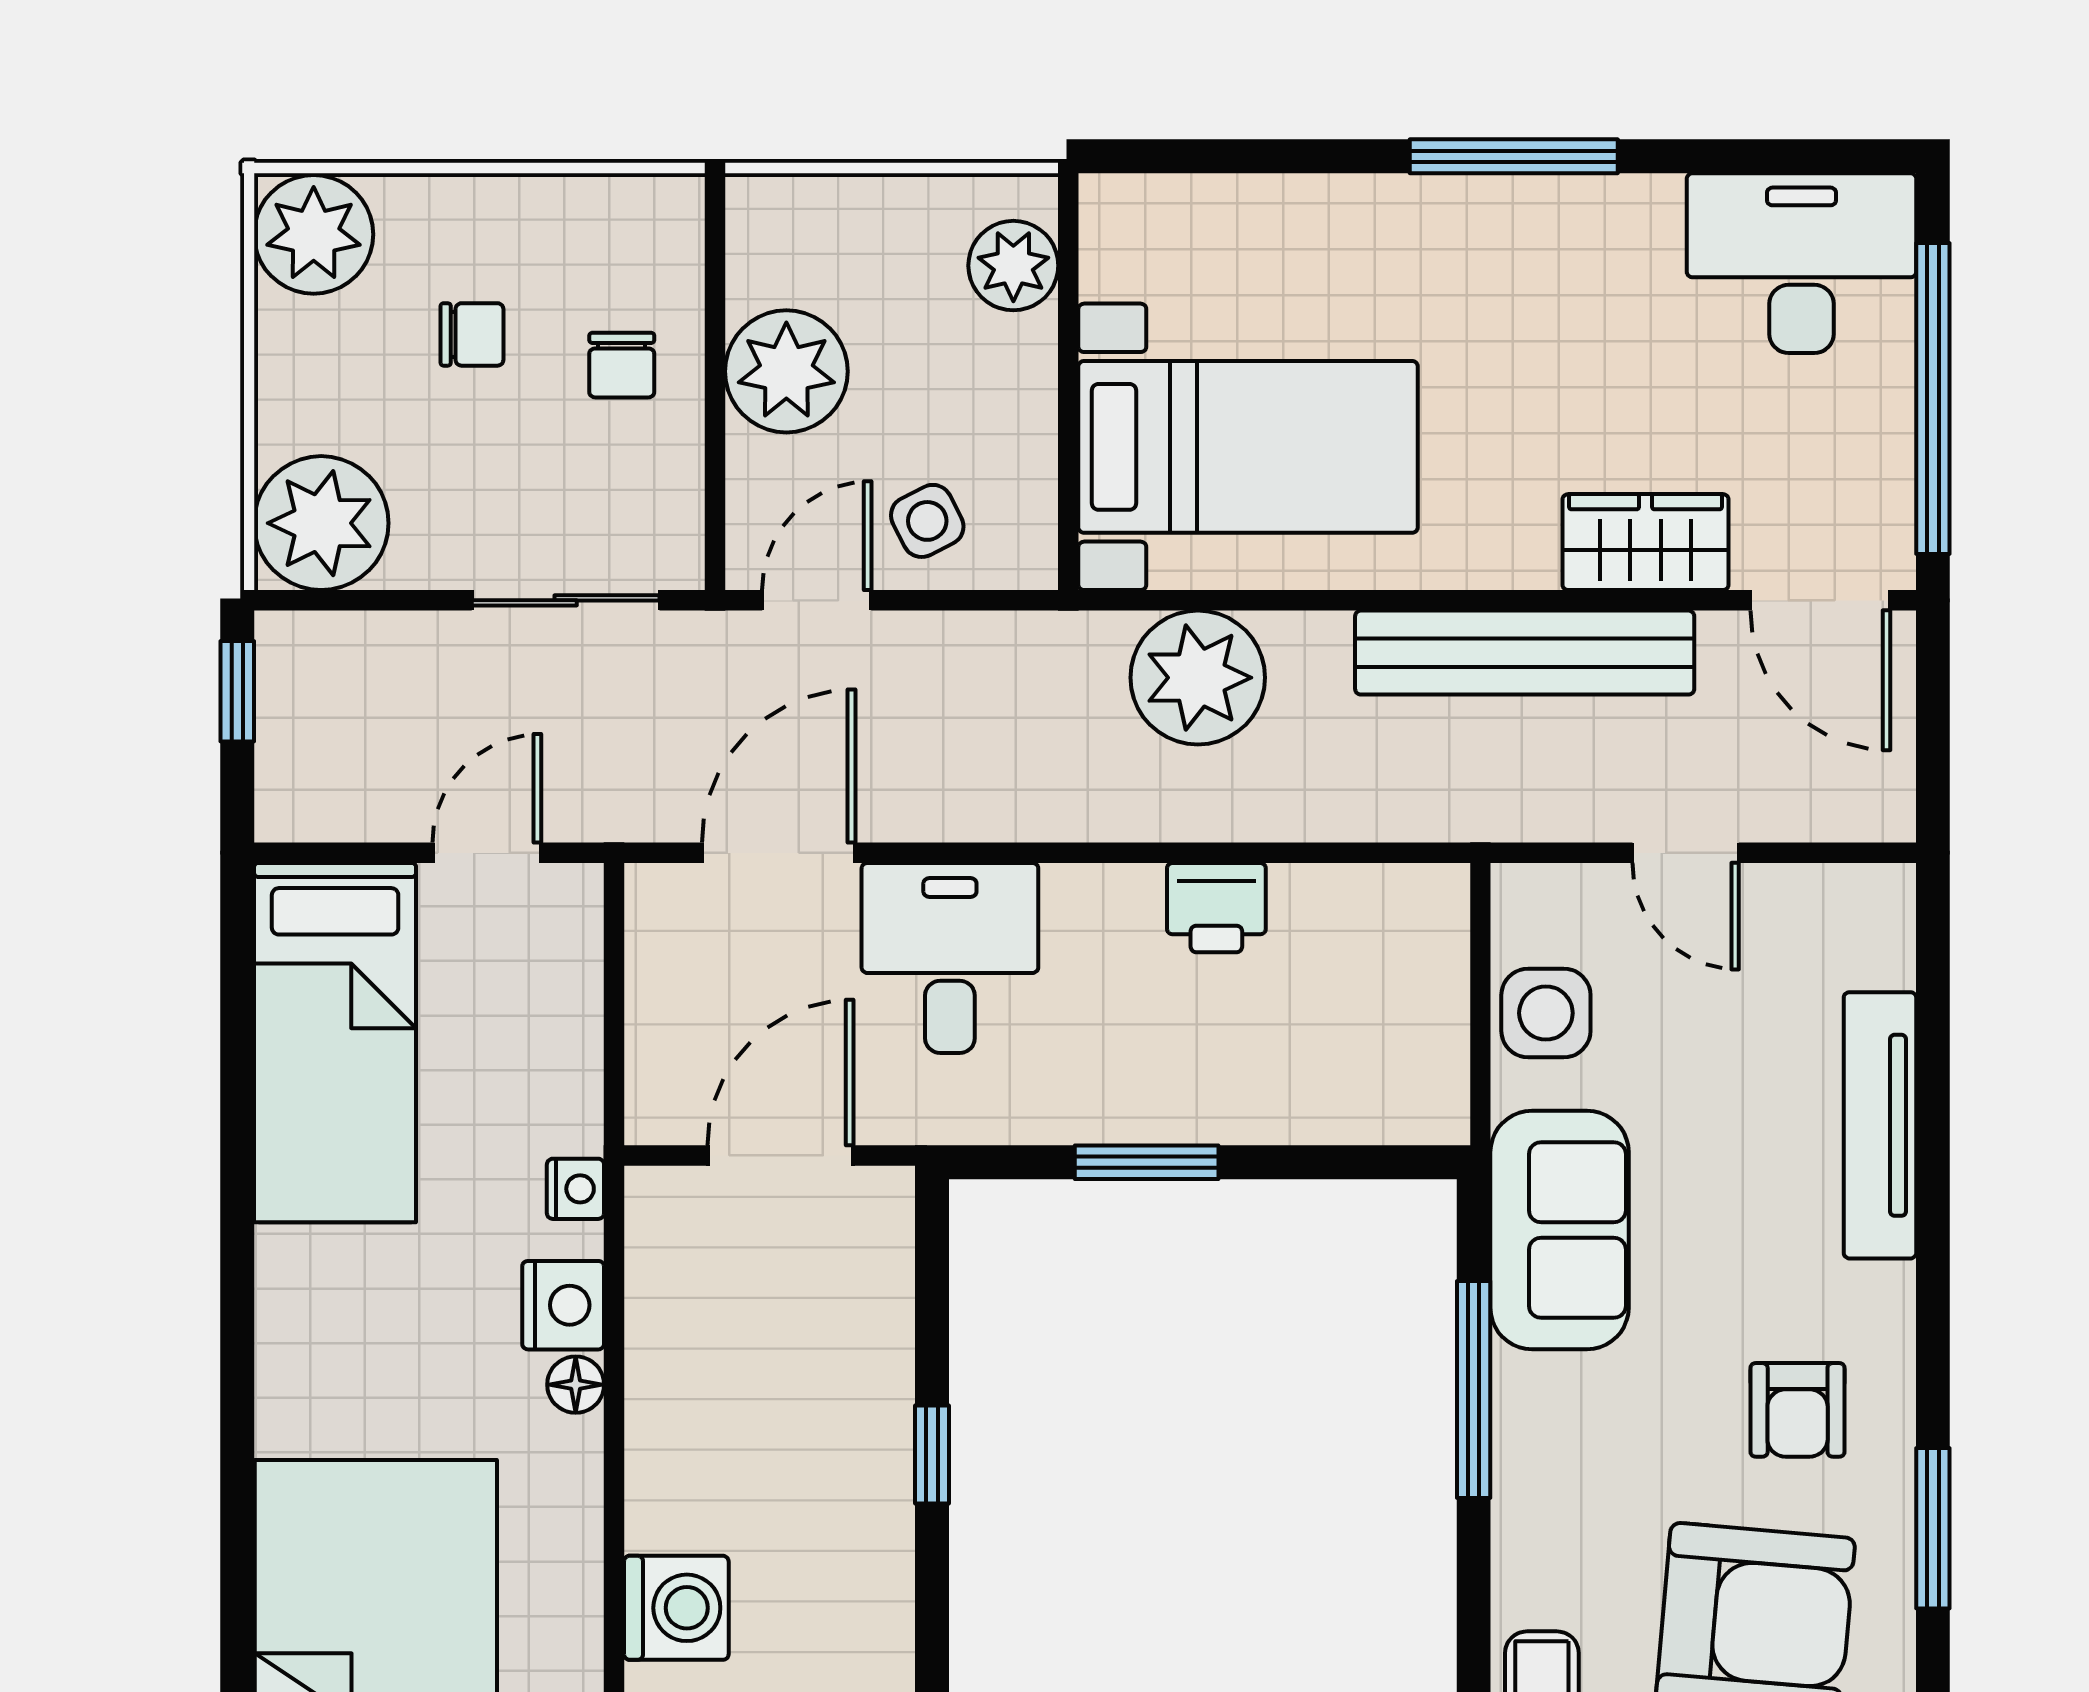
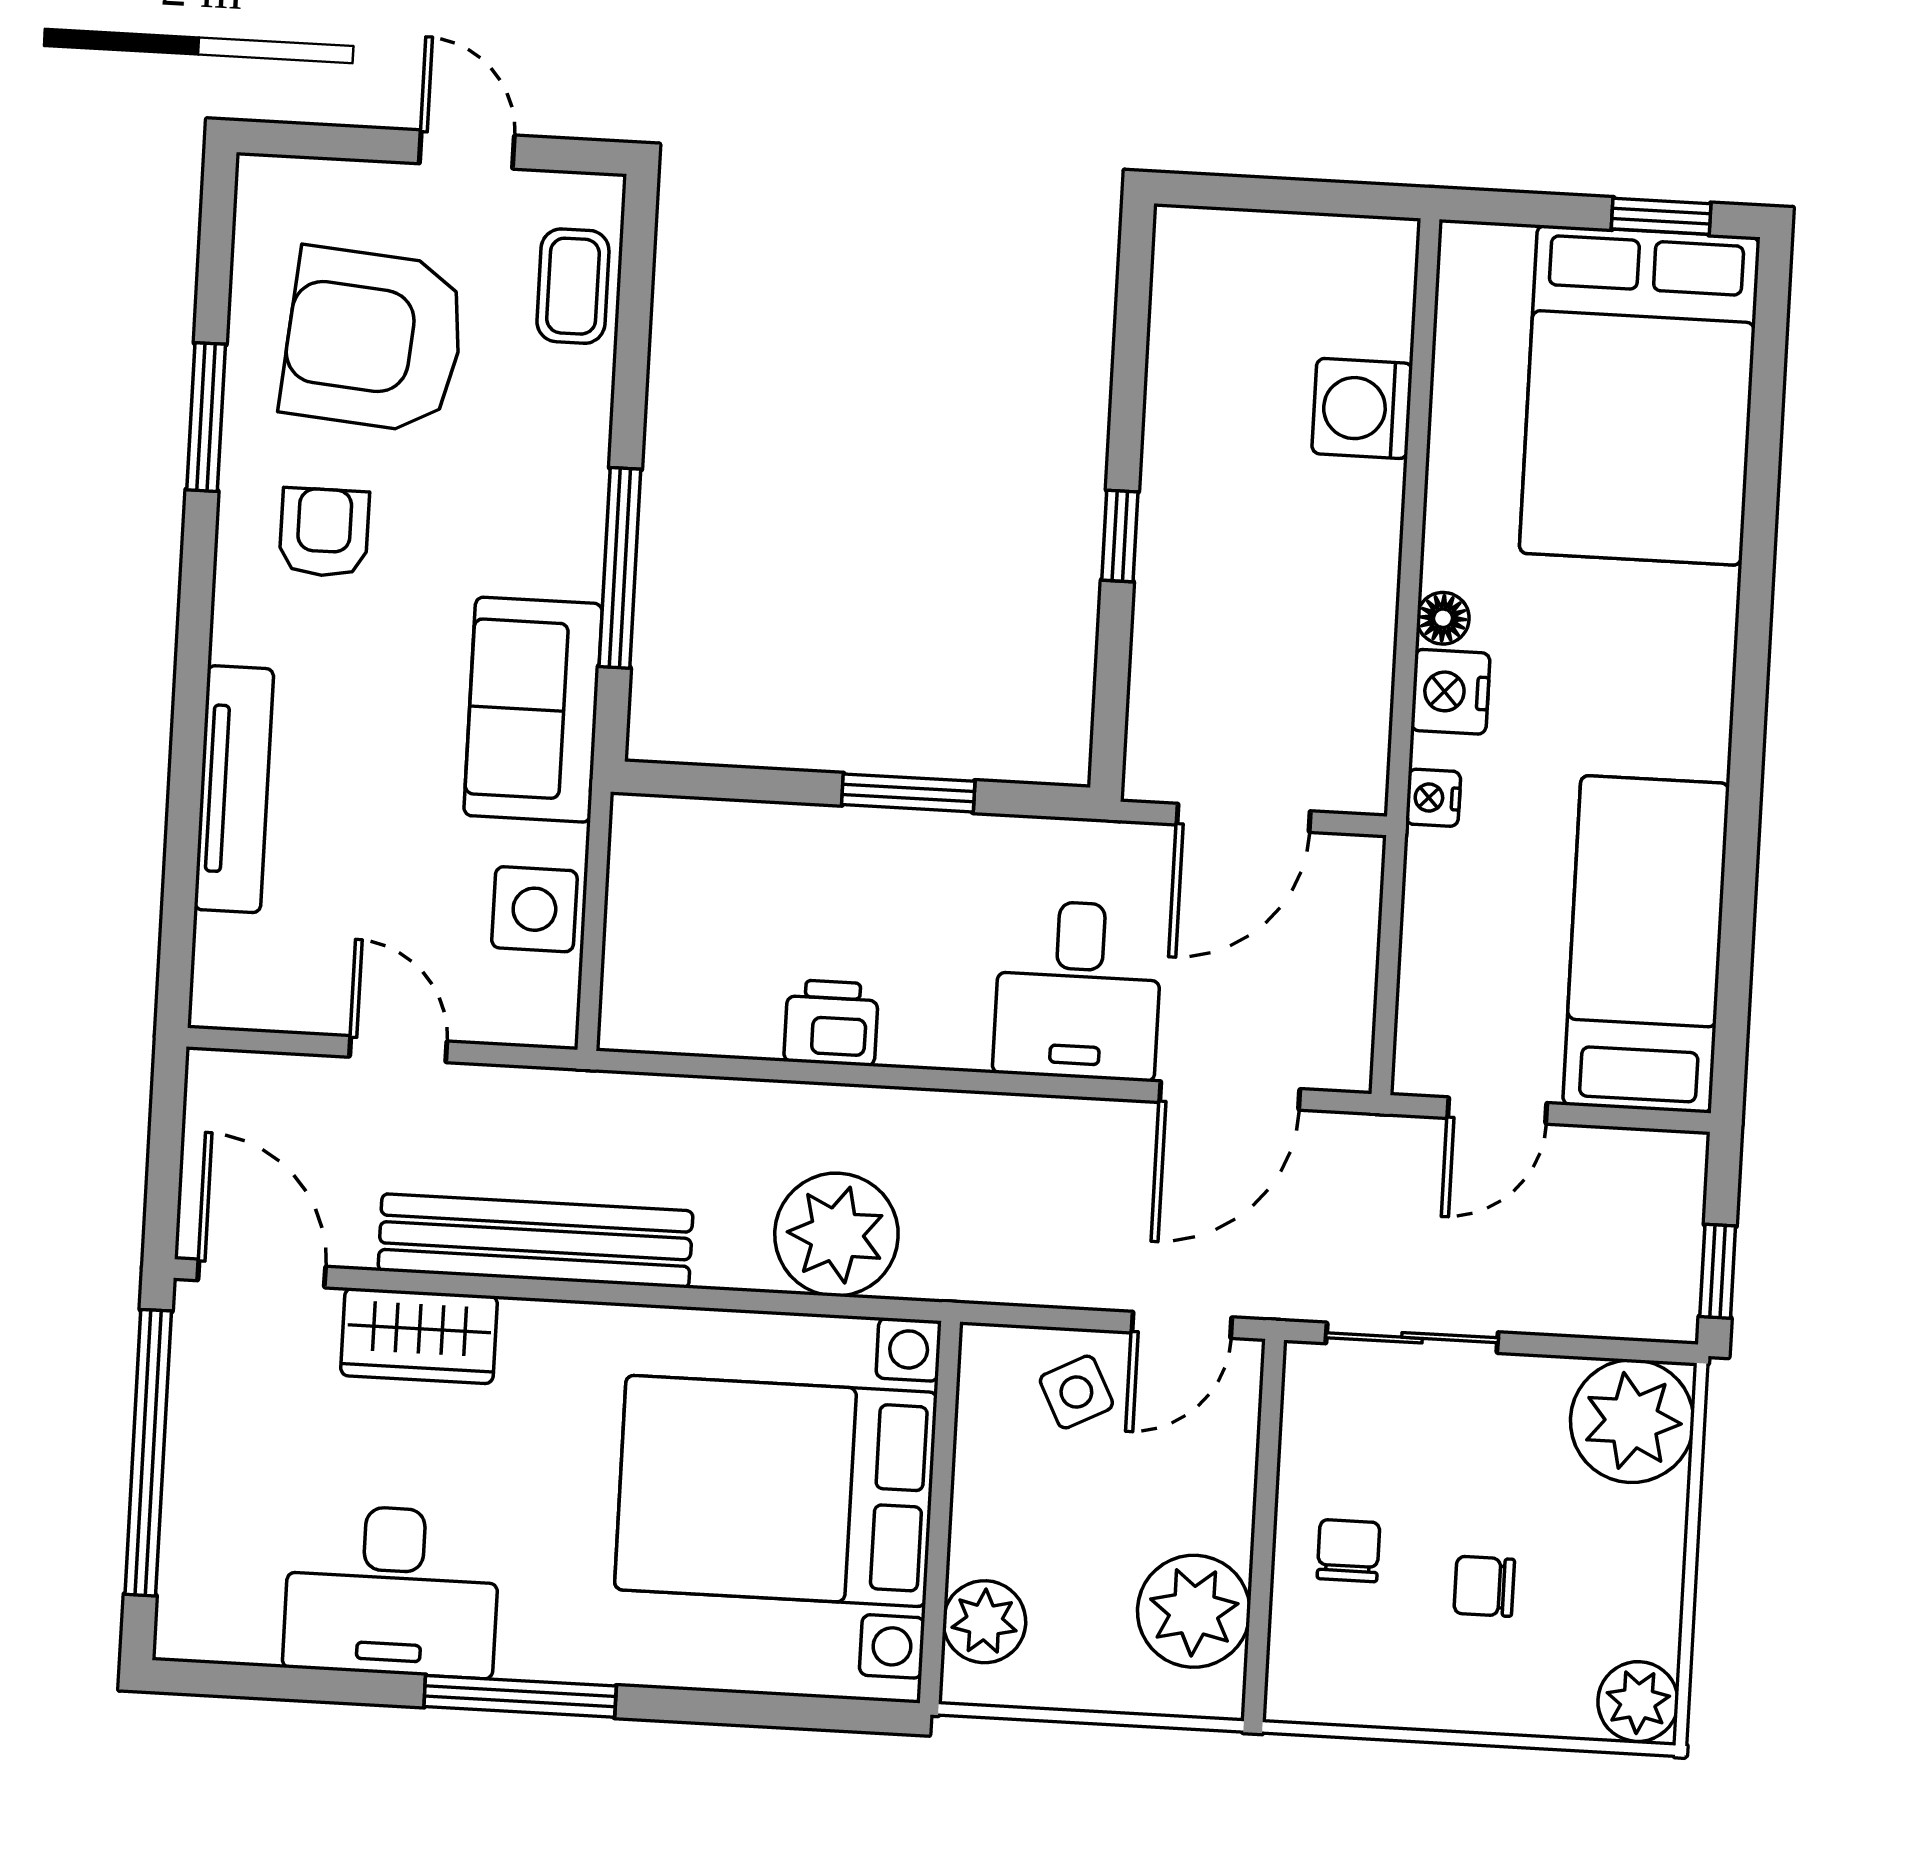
plant: (314, 234) -> (1638, 1702), width x0.73, depth x0.73
desk: (1802, 263) -> (392, 1591), moved
plant: (786, 371) -> (1194, 1611), moved
bed with nightstands: (1248, 447) -> (776, 1491), width x1.36

